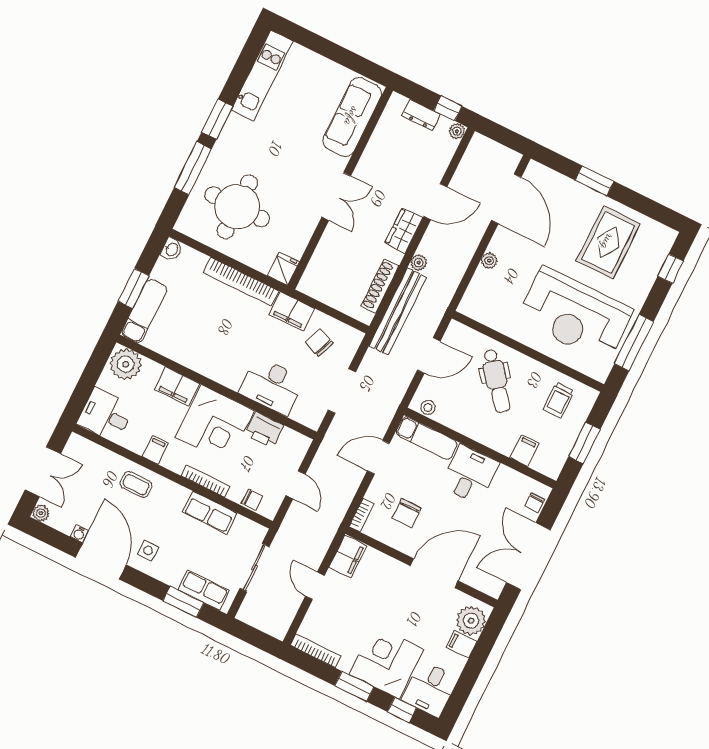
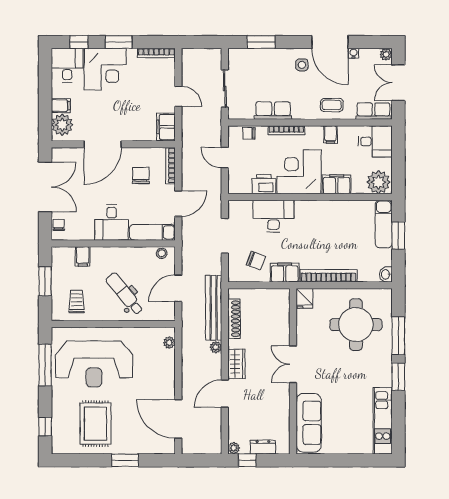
plant: (489, 261) -> (169, 342), moved
reception desk: (575, 315) -> (94, 364), turned 180
bookcase: (361, 515) -> (171, 166), width x1.56
row of seats: (204, 590) -> (373, 111), moved, turned 180

